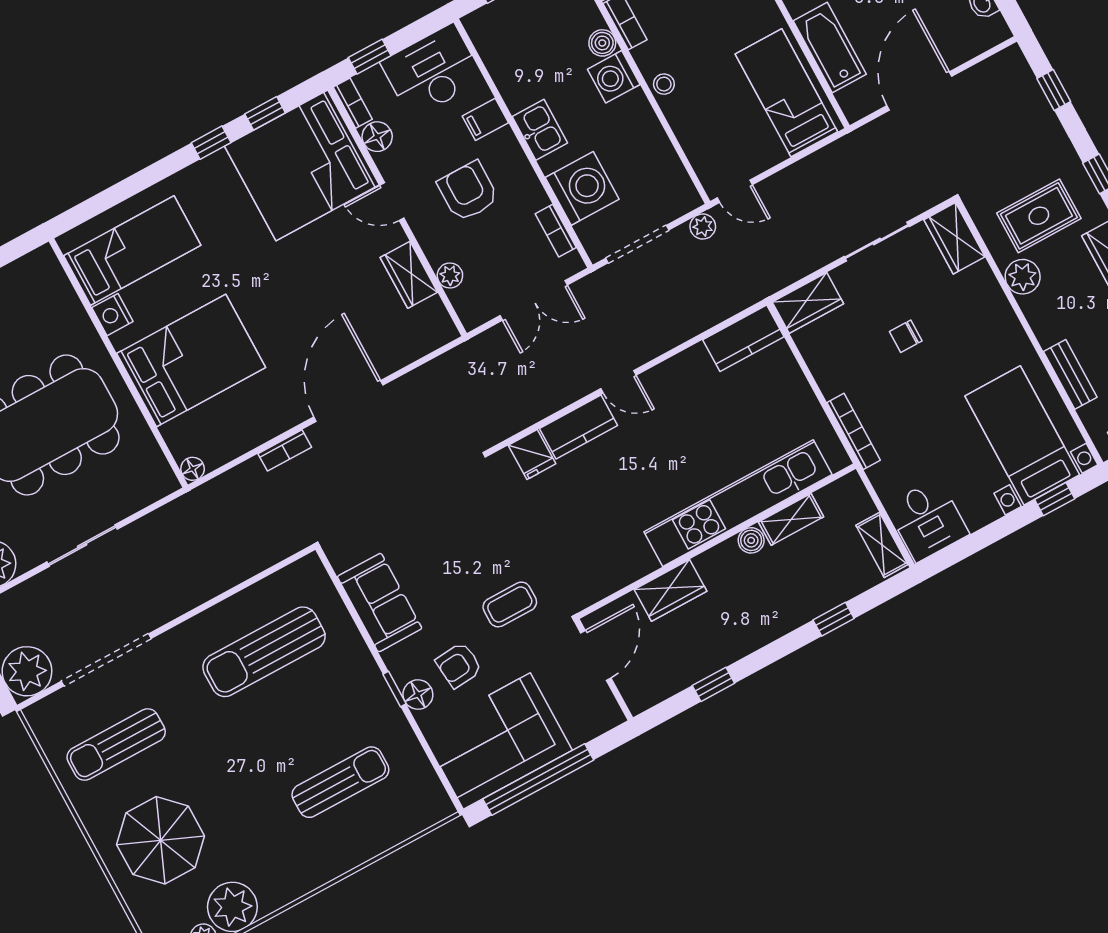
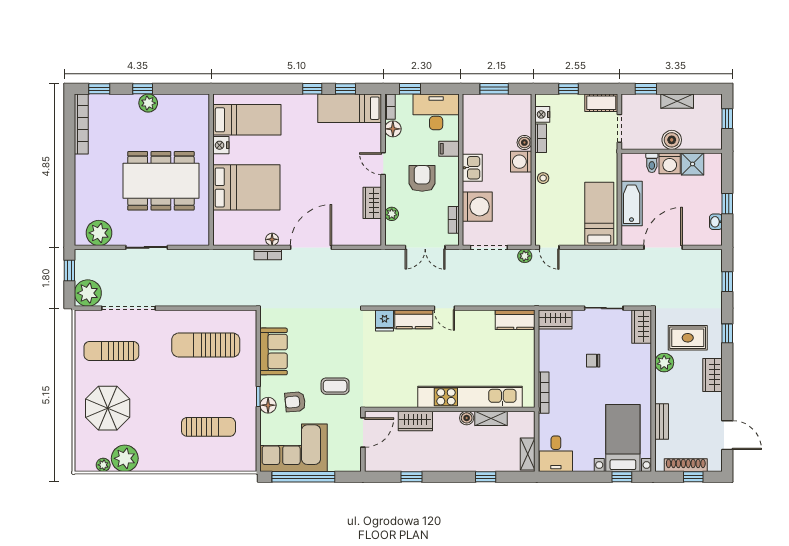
bed: (302, 165) -> (350, 108), width x0.49
floor lamp: (193, 469) -> (272, 239), moved

